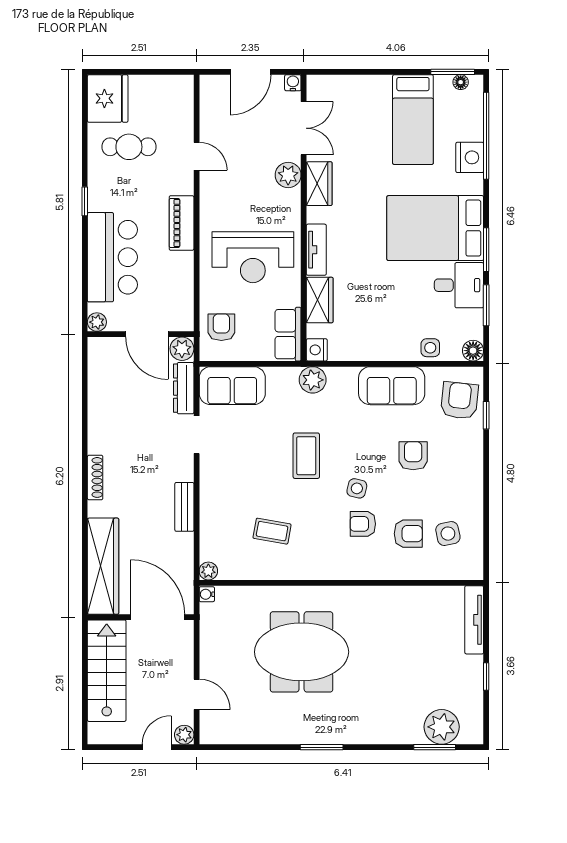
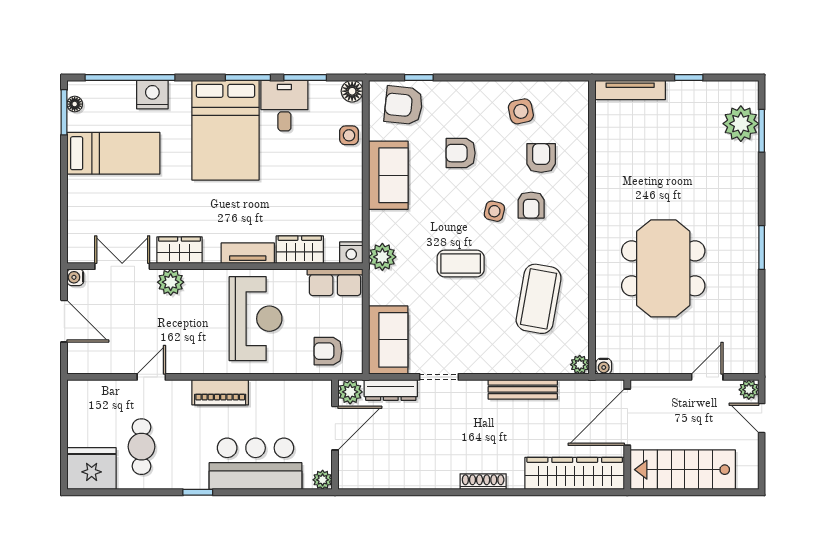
bench: (184, 507) -> (523, 389), width x1.36
coffee table: (272, 531) -> (539, 299), width x1.86, depth x1.72
side table: (448, 534) -> (521, 111), moved

